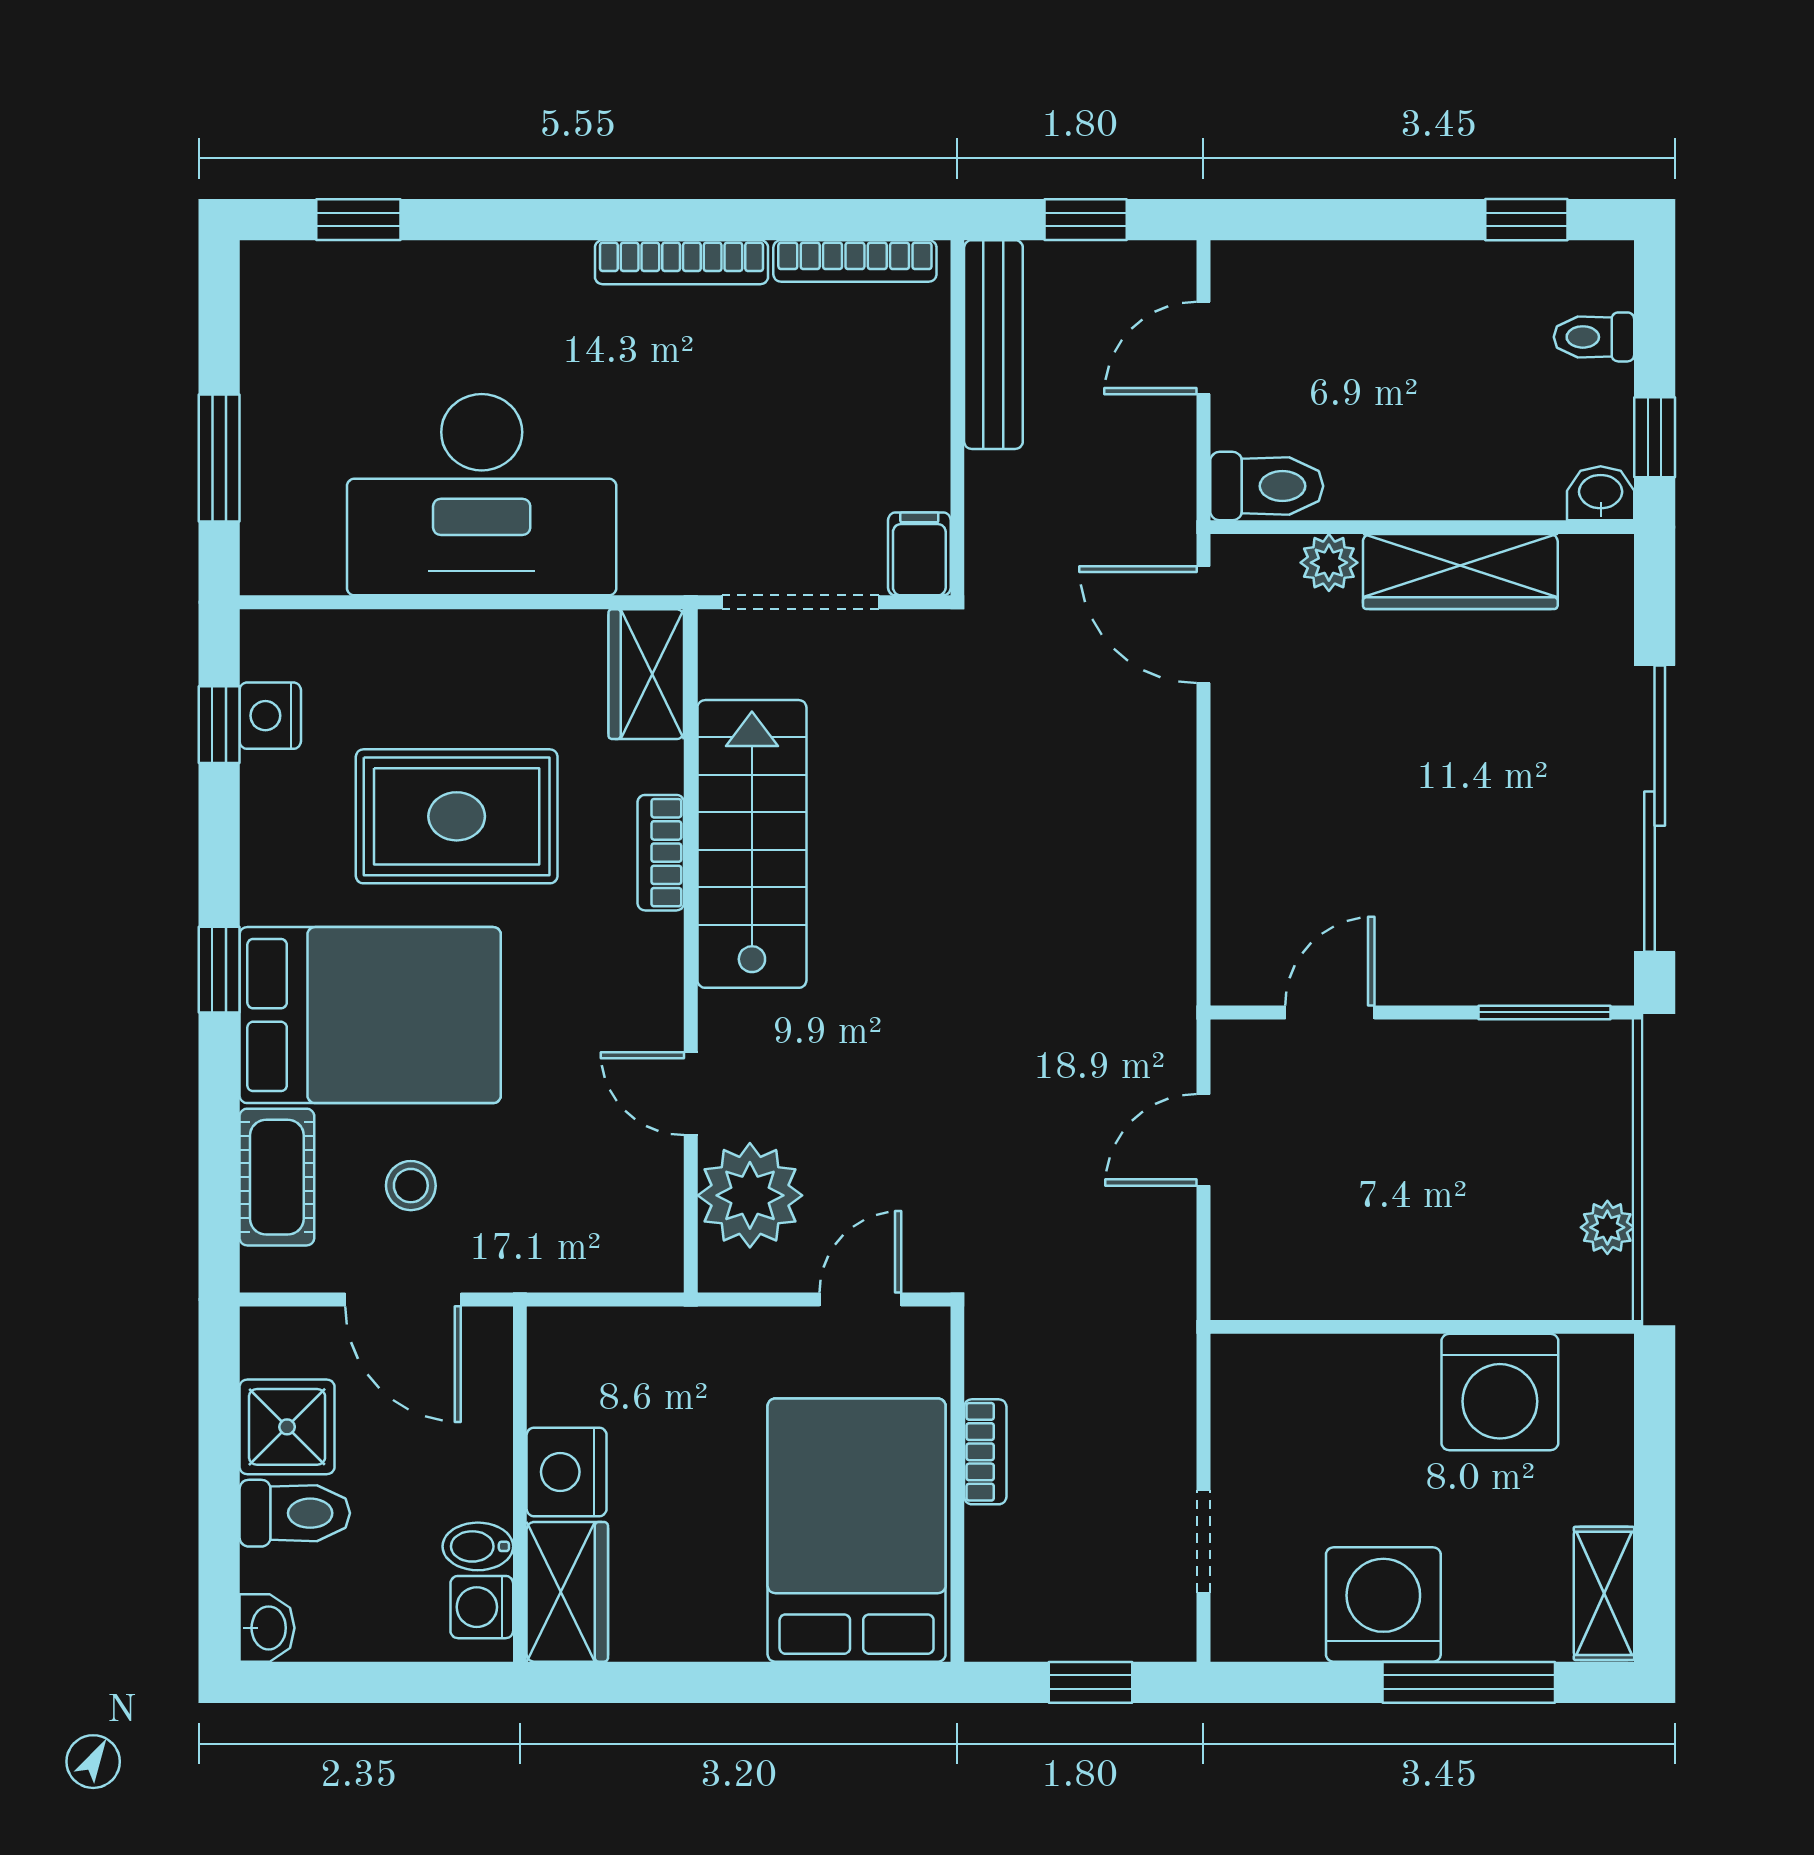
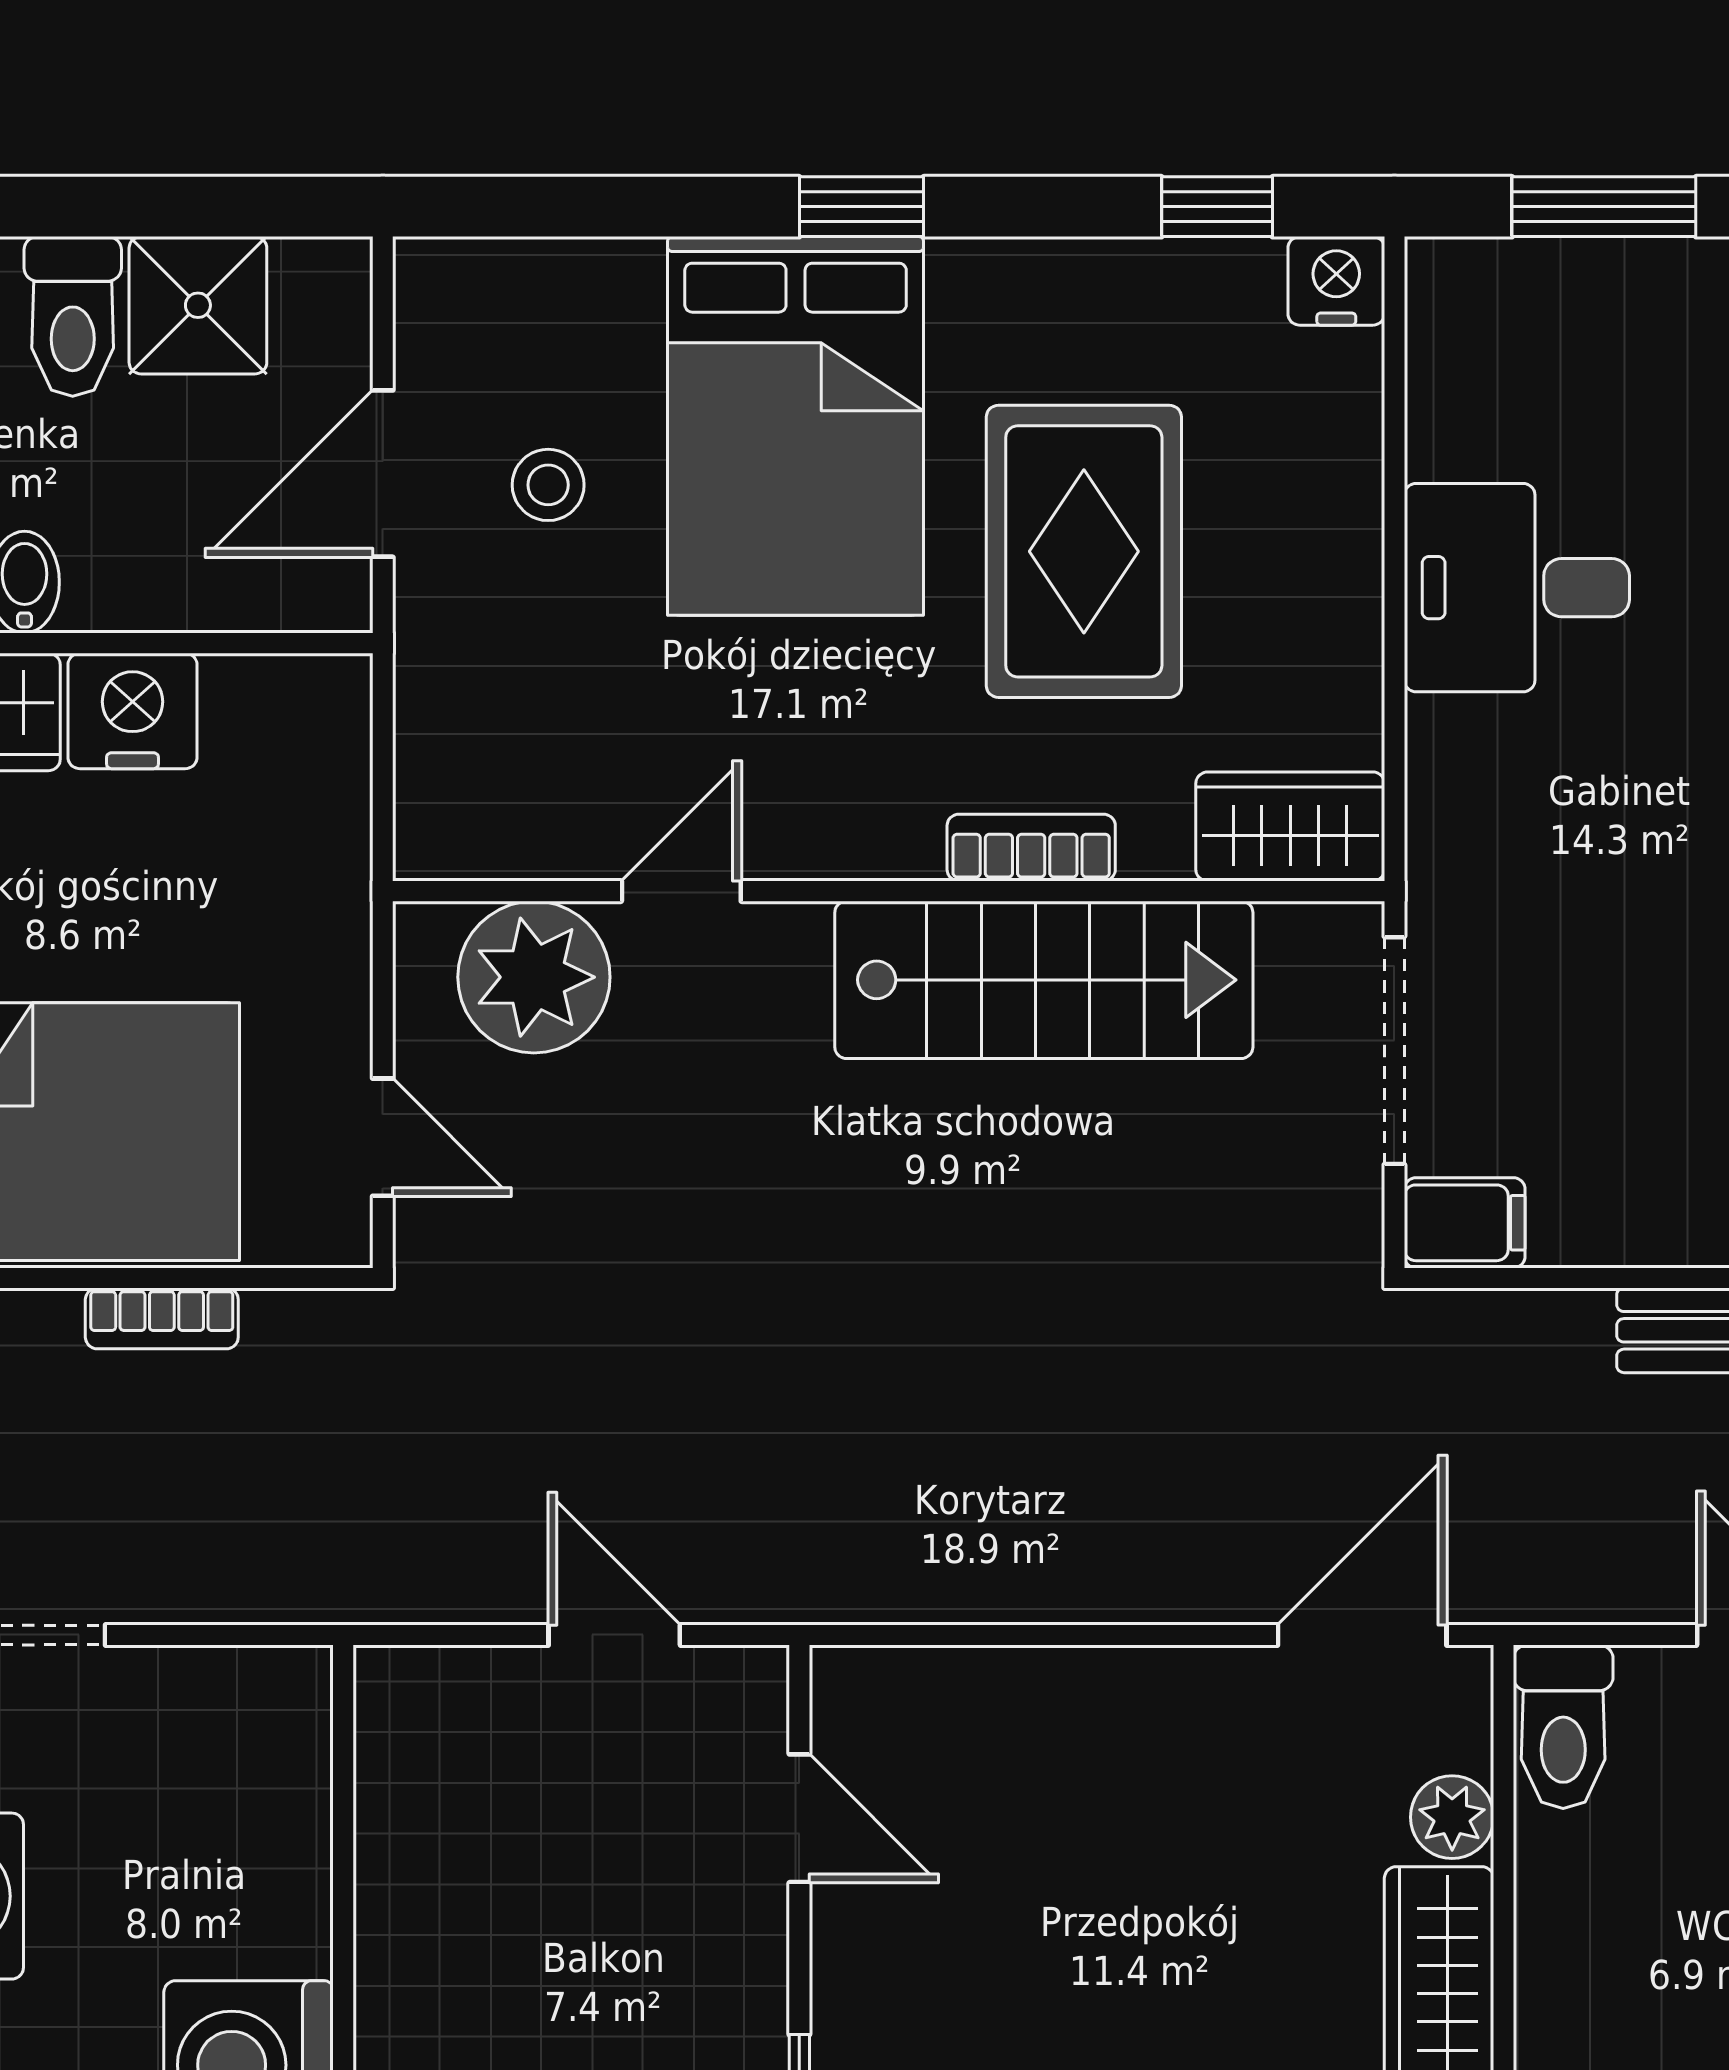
desk: (482, 495) -> (1517, 588), width x0.53, depth x0.77
nightstand: (270, 716) -> (1336, 281), moved
cot: (277, 1177) -> (560, 291), removed

